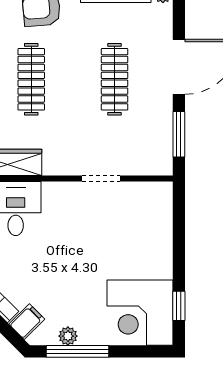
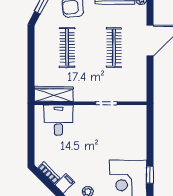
window: (179, 134) -> (150, 78), removed

